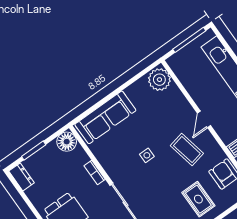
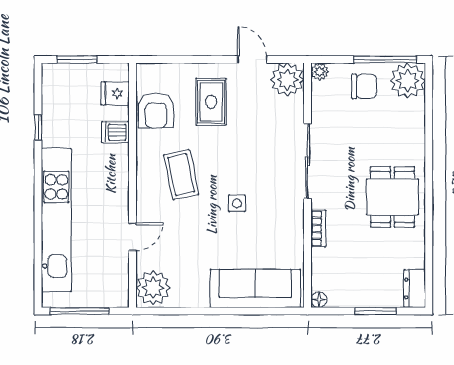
door: (204, 119) -> (132, 237), moved
floor lamp: (67, 142) -> (319, 300), width x0.53, depth x0.53

